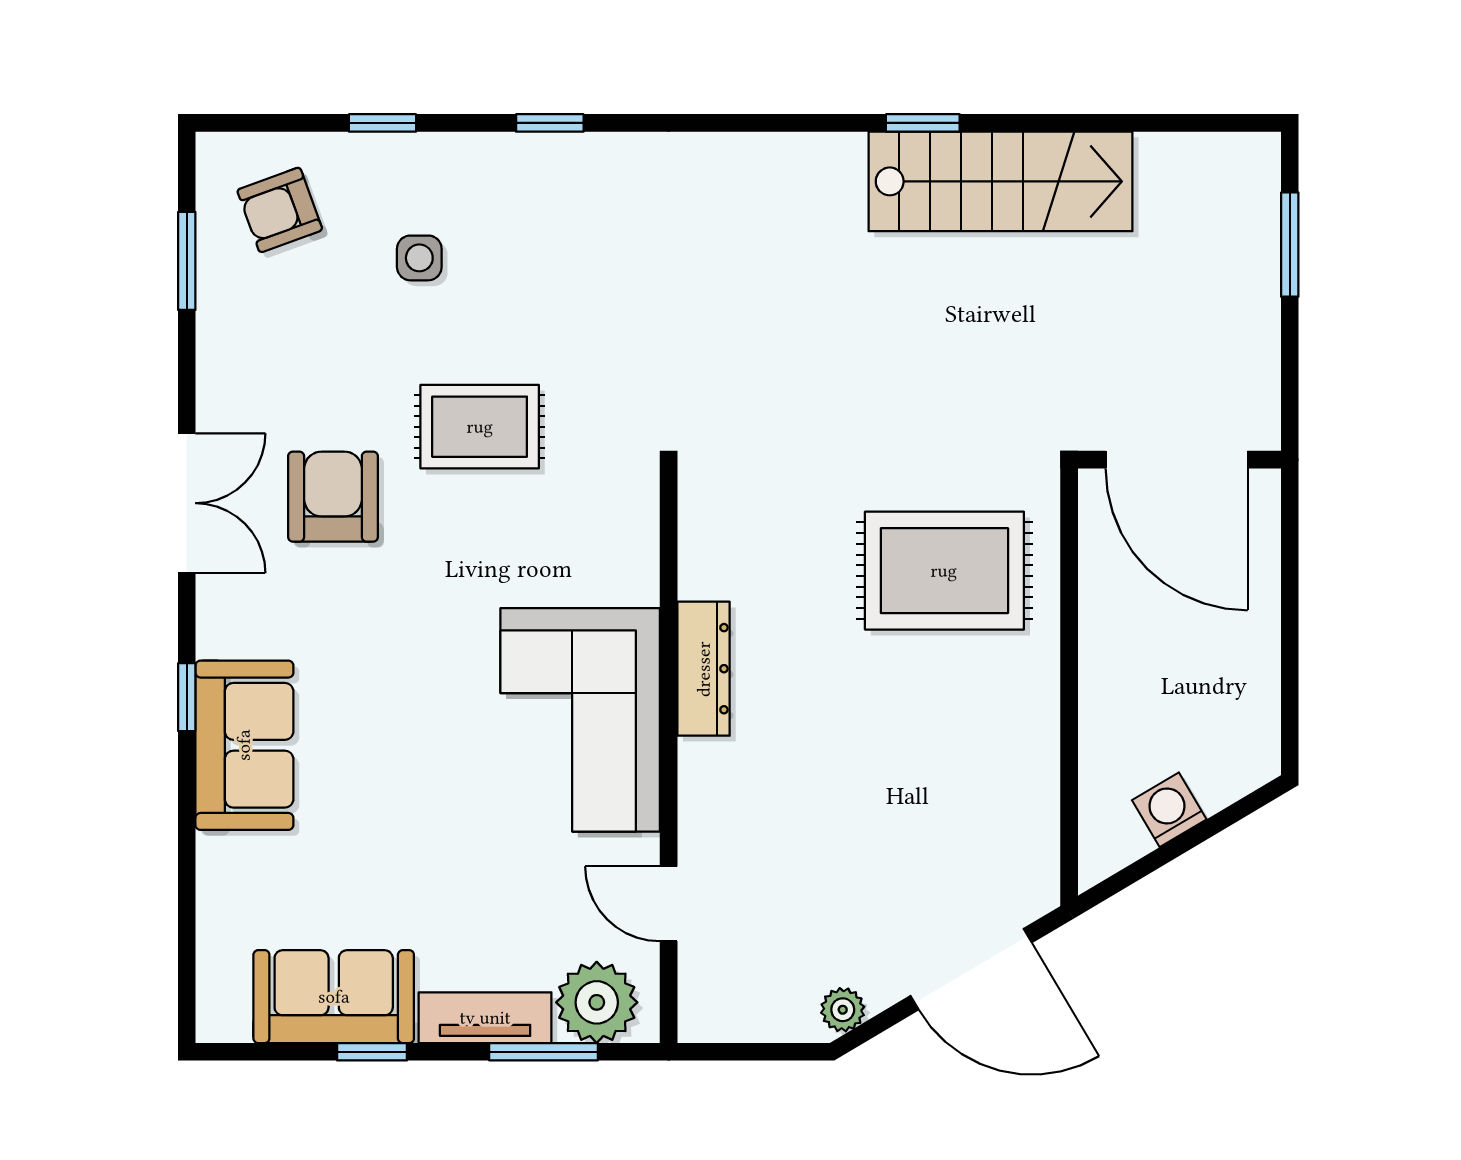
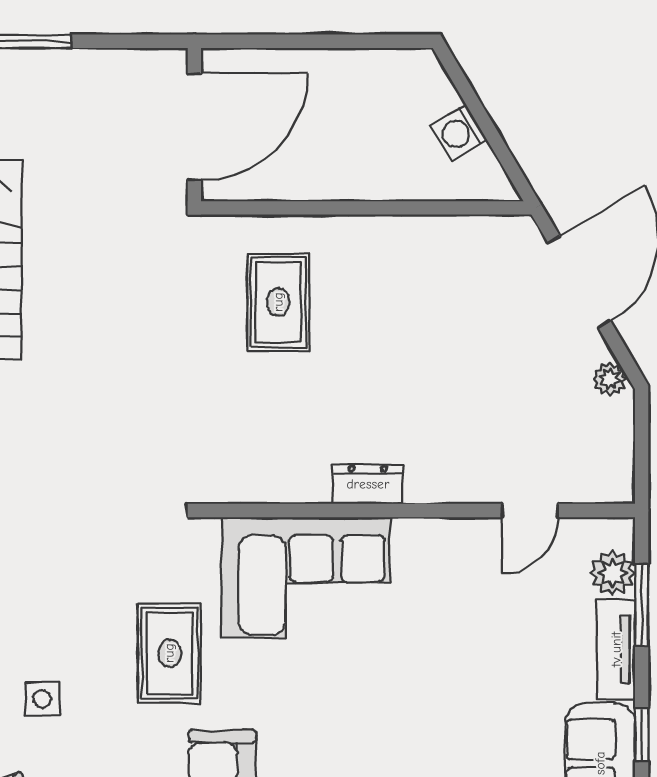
rug: (944, 571) -> (278, 302), width x0.73, depth x0.70
dresser: (704, 669) -> (368, 484), width x0.70
corner sofa: (580, 720) -> (306, 577), moved
plant: (597, 1002) -> (613, 573), width x0.73, depth x0.73

